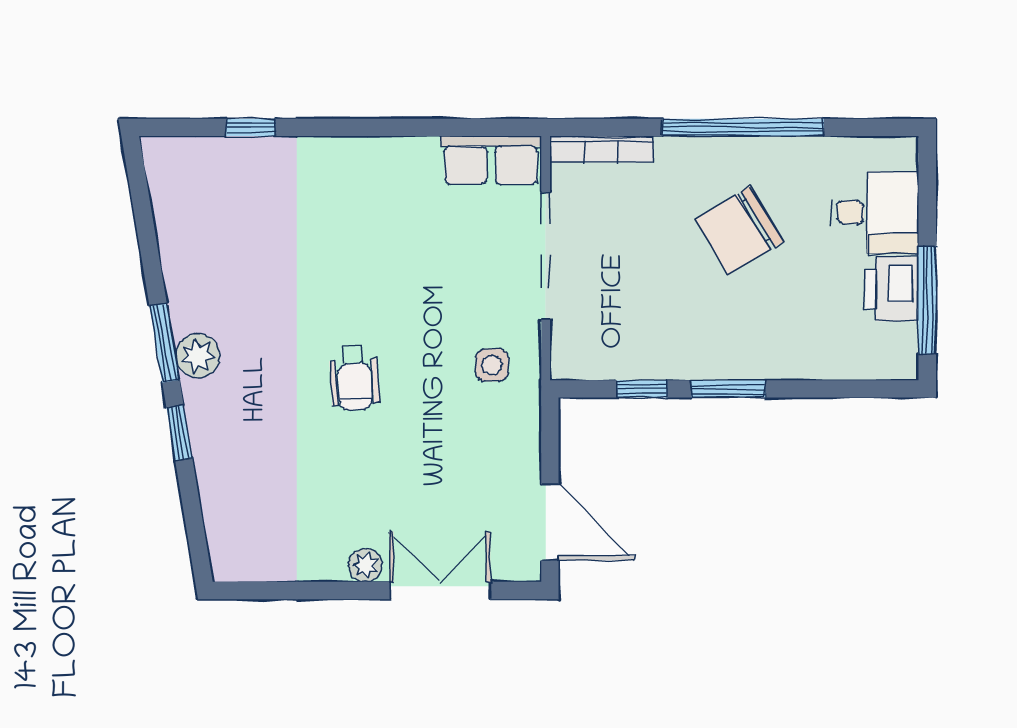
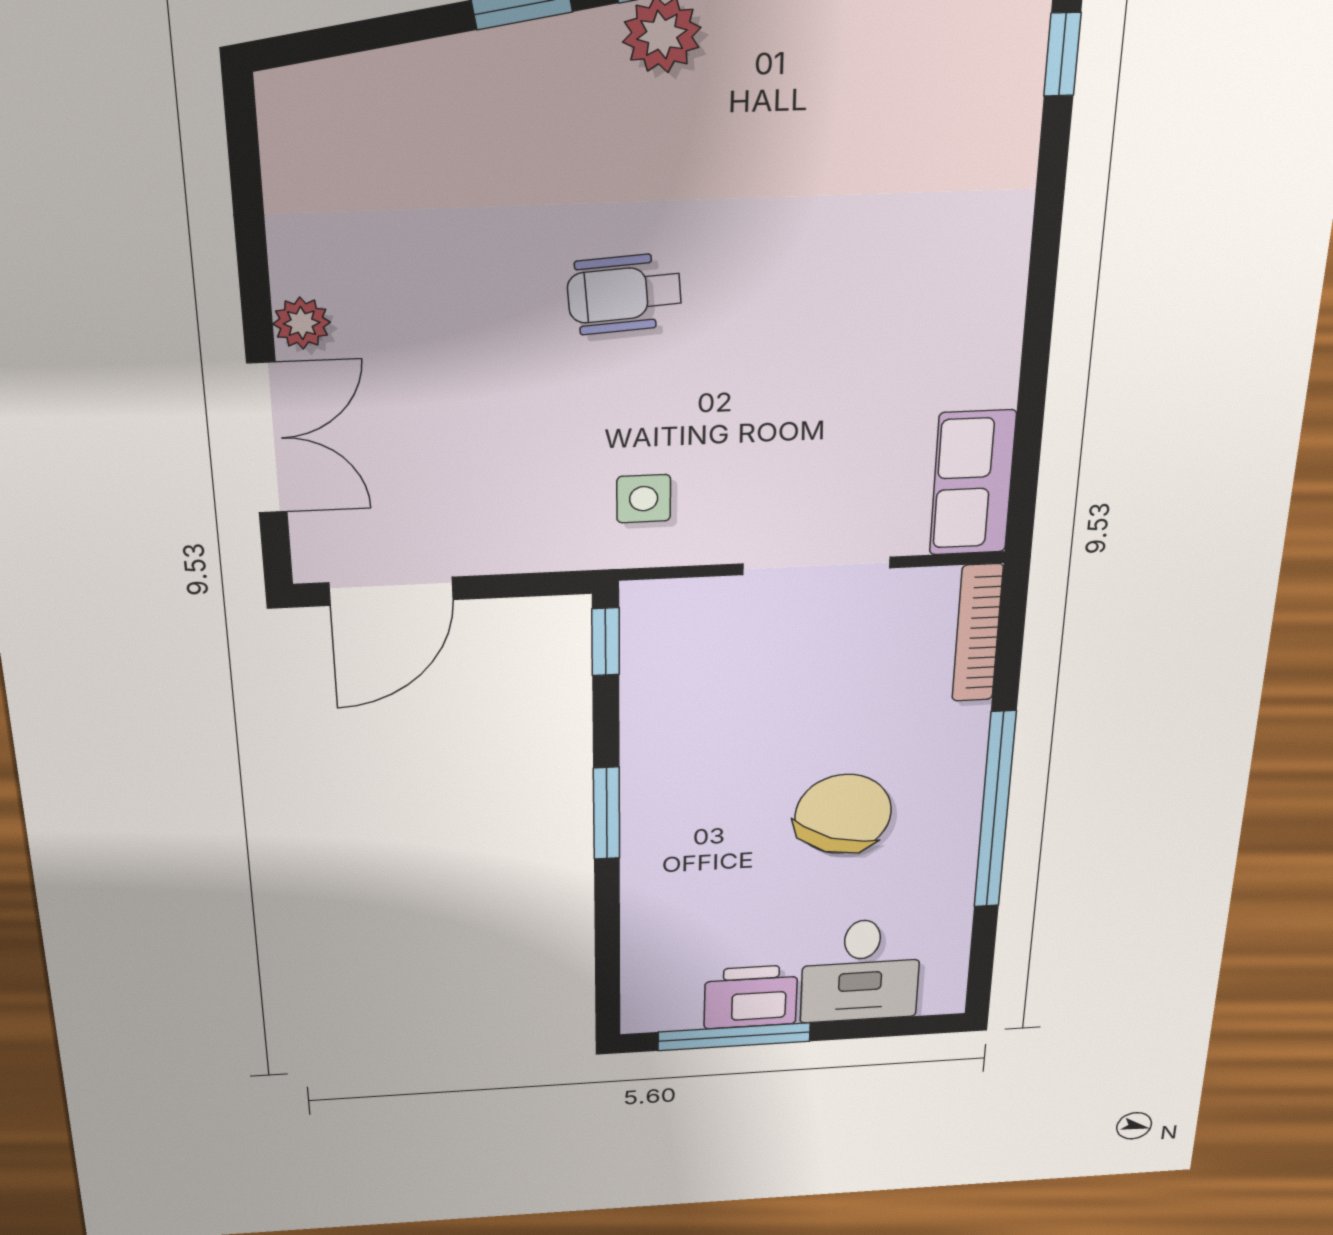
window: (251, 127) -> (1062, 54), moved
chair: (739, 231) -> (843, 814), turned 51
doorway: (546, 256) -> (816, 566), width x0.73
window: (642, 389) -> (606, 642), moved

